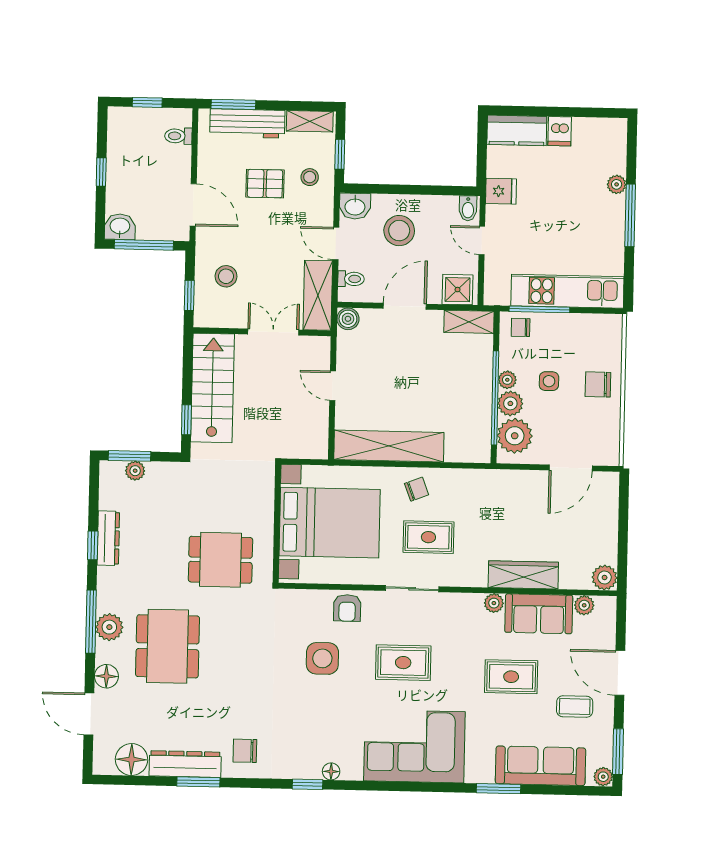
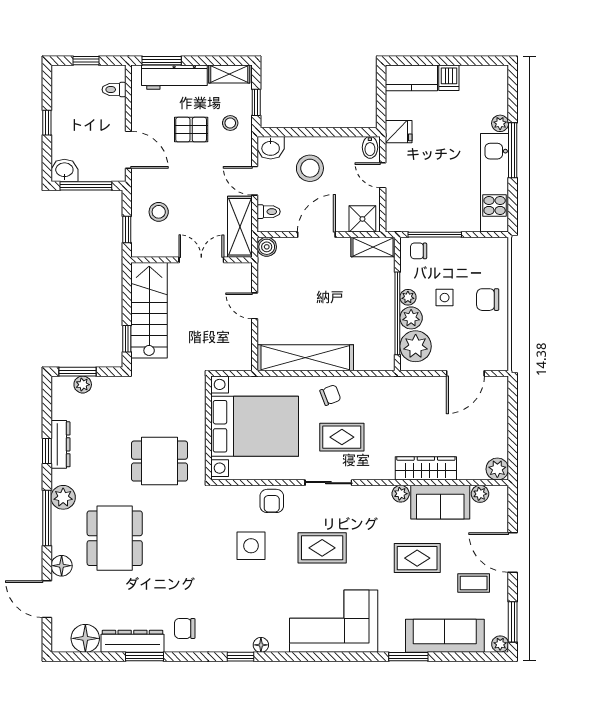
kitchen unit: (567, 291) -> (495, 183), moved, turned -90
plant: (109, 627) -> (63, 497), moved

